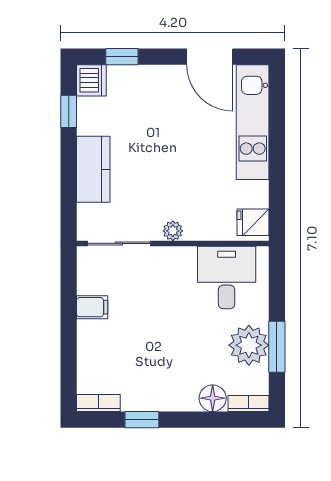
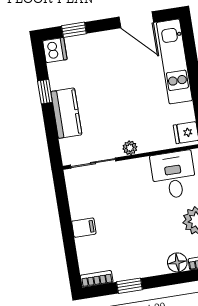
window: (69, 111) -> (45, 92), moved
filing cabinet: (92, 307) -> (84, 228), moved

